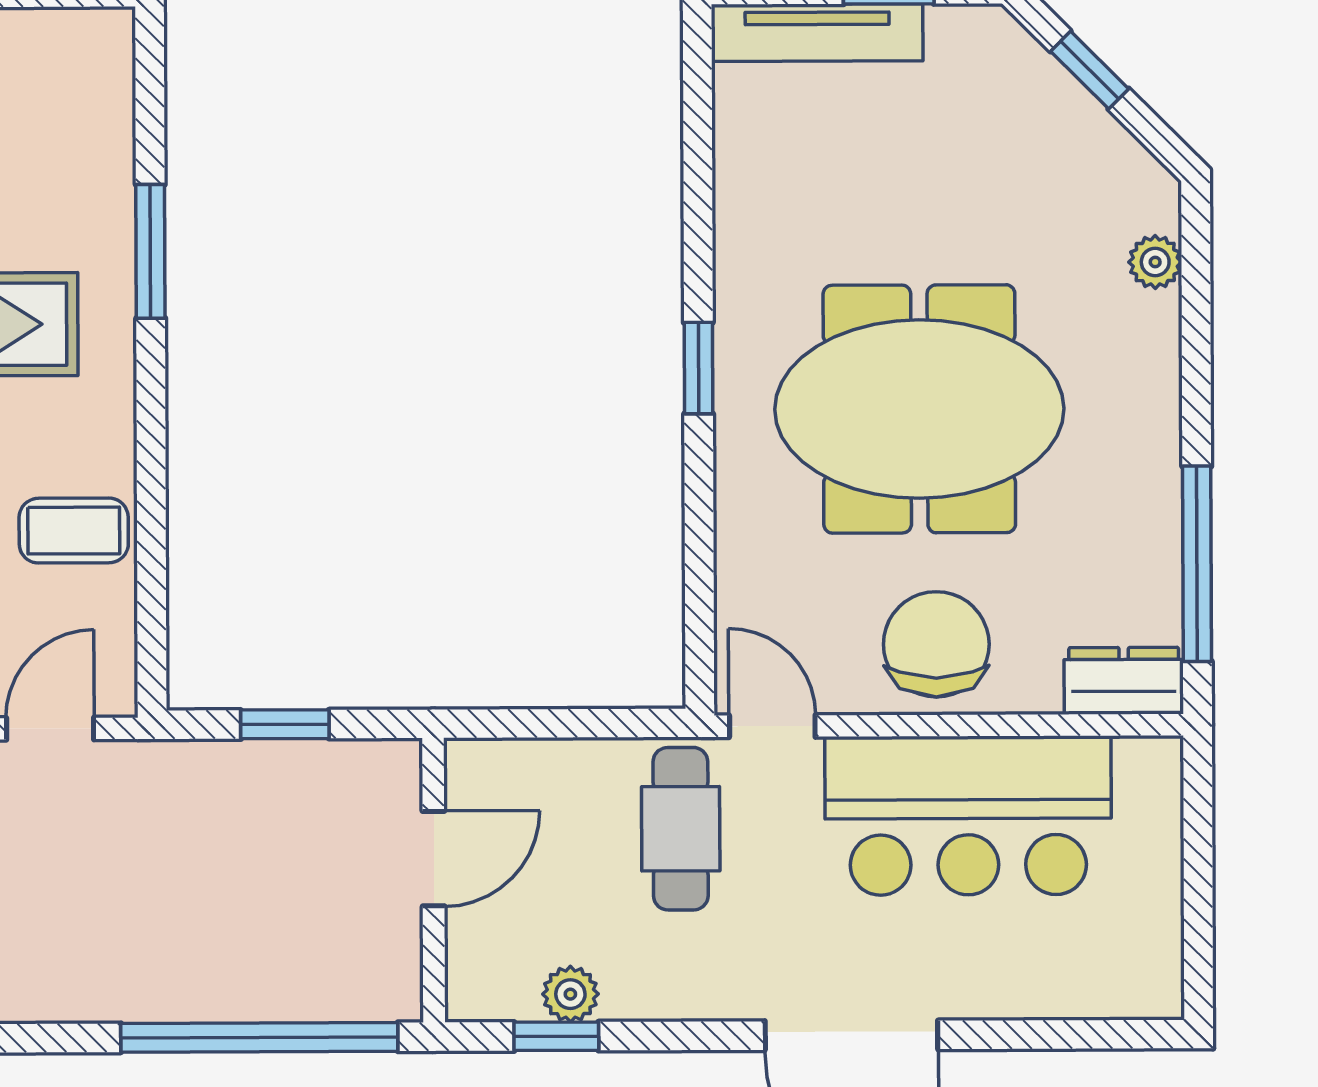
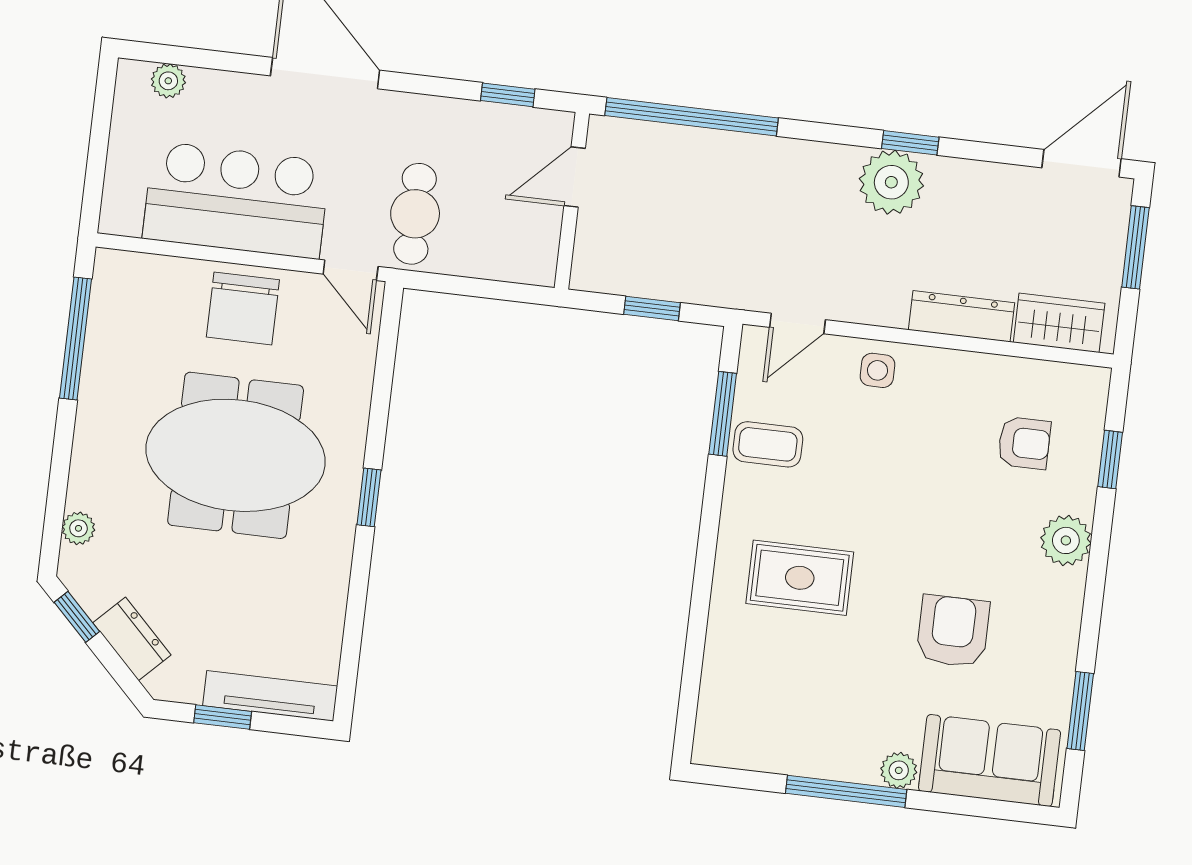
window: (1090, 70) -> (77, 617), moved
window: (150, 251) -> (723, 414), moved
dresser: (1124, 681) -> (132, 639), moved, turned -135
door: (433, 859) -> (575, 177), moved
plant: (570, 994) -> (168, 81), moved

